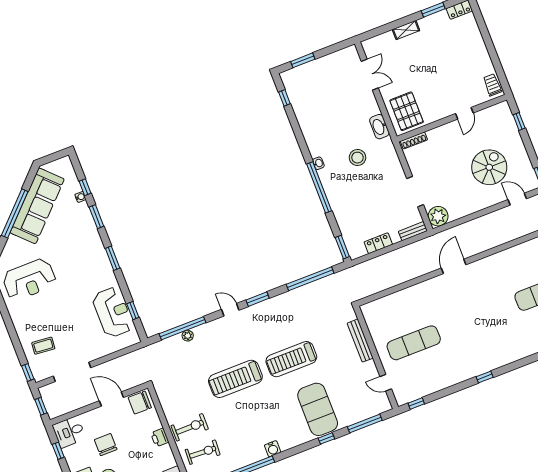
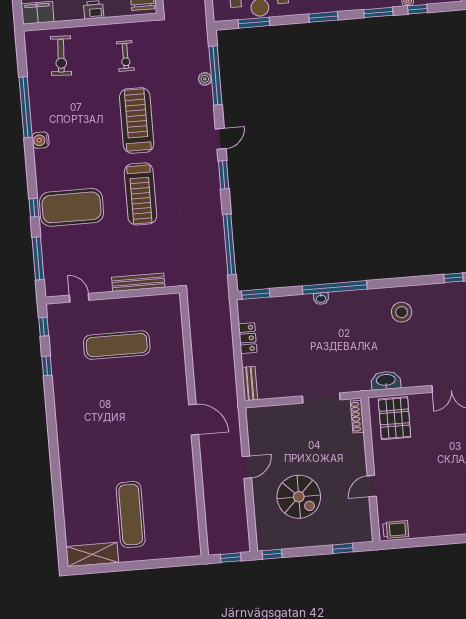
pallet: (407, 111) -> (394, 418), turned 90
door: (464, 113) -> (372, 486), hinge flipped
stool: (357, 158) -> (402, 312), moved
washbasin: (318, 163) -> (321, 299), moved
doorway: (415, 192) -> (321, 398), moved
door: (517, 199) -> (247, 467), moved
plant: (438, 216) -> (259, 419), removed
window: (133, 311) -> (254, 23), width x1.50
exercise mat: (414, 343) -> (117, 345), turned 90
treadmill: (291, 359) -> (140, 194), turned 180
window: (485, 377) -> (47, 366), moved
door: (386, 383) -> (79, 298), hinge flipped
exercise bike: (190, 427) -> (125, 56), moved, width x0.73, depth x0.72

